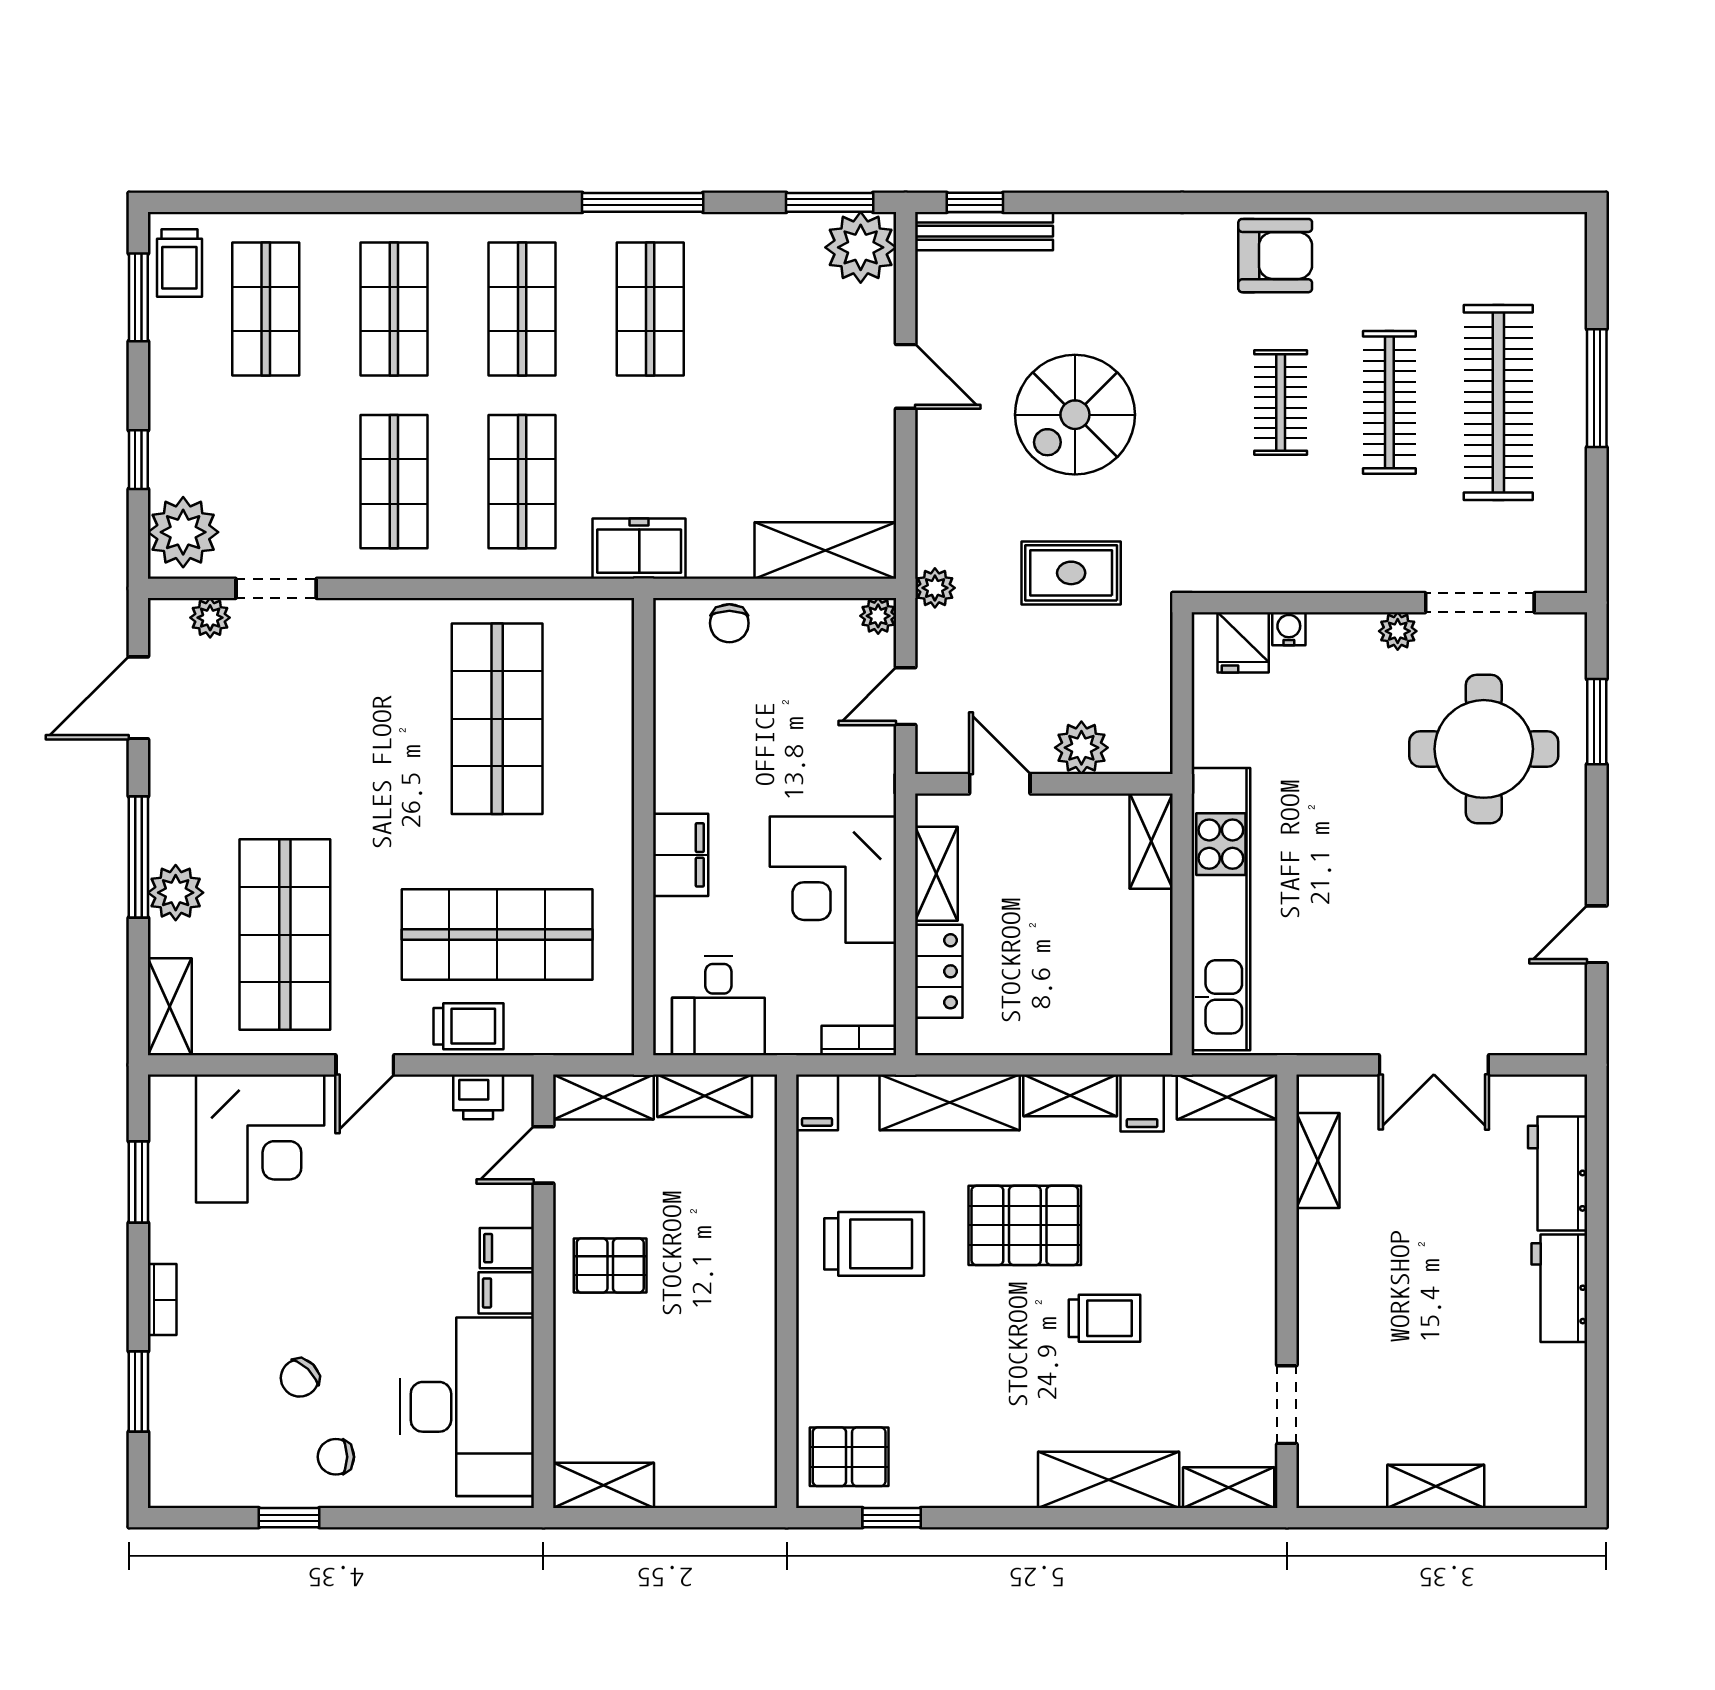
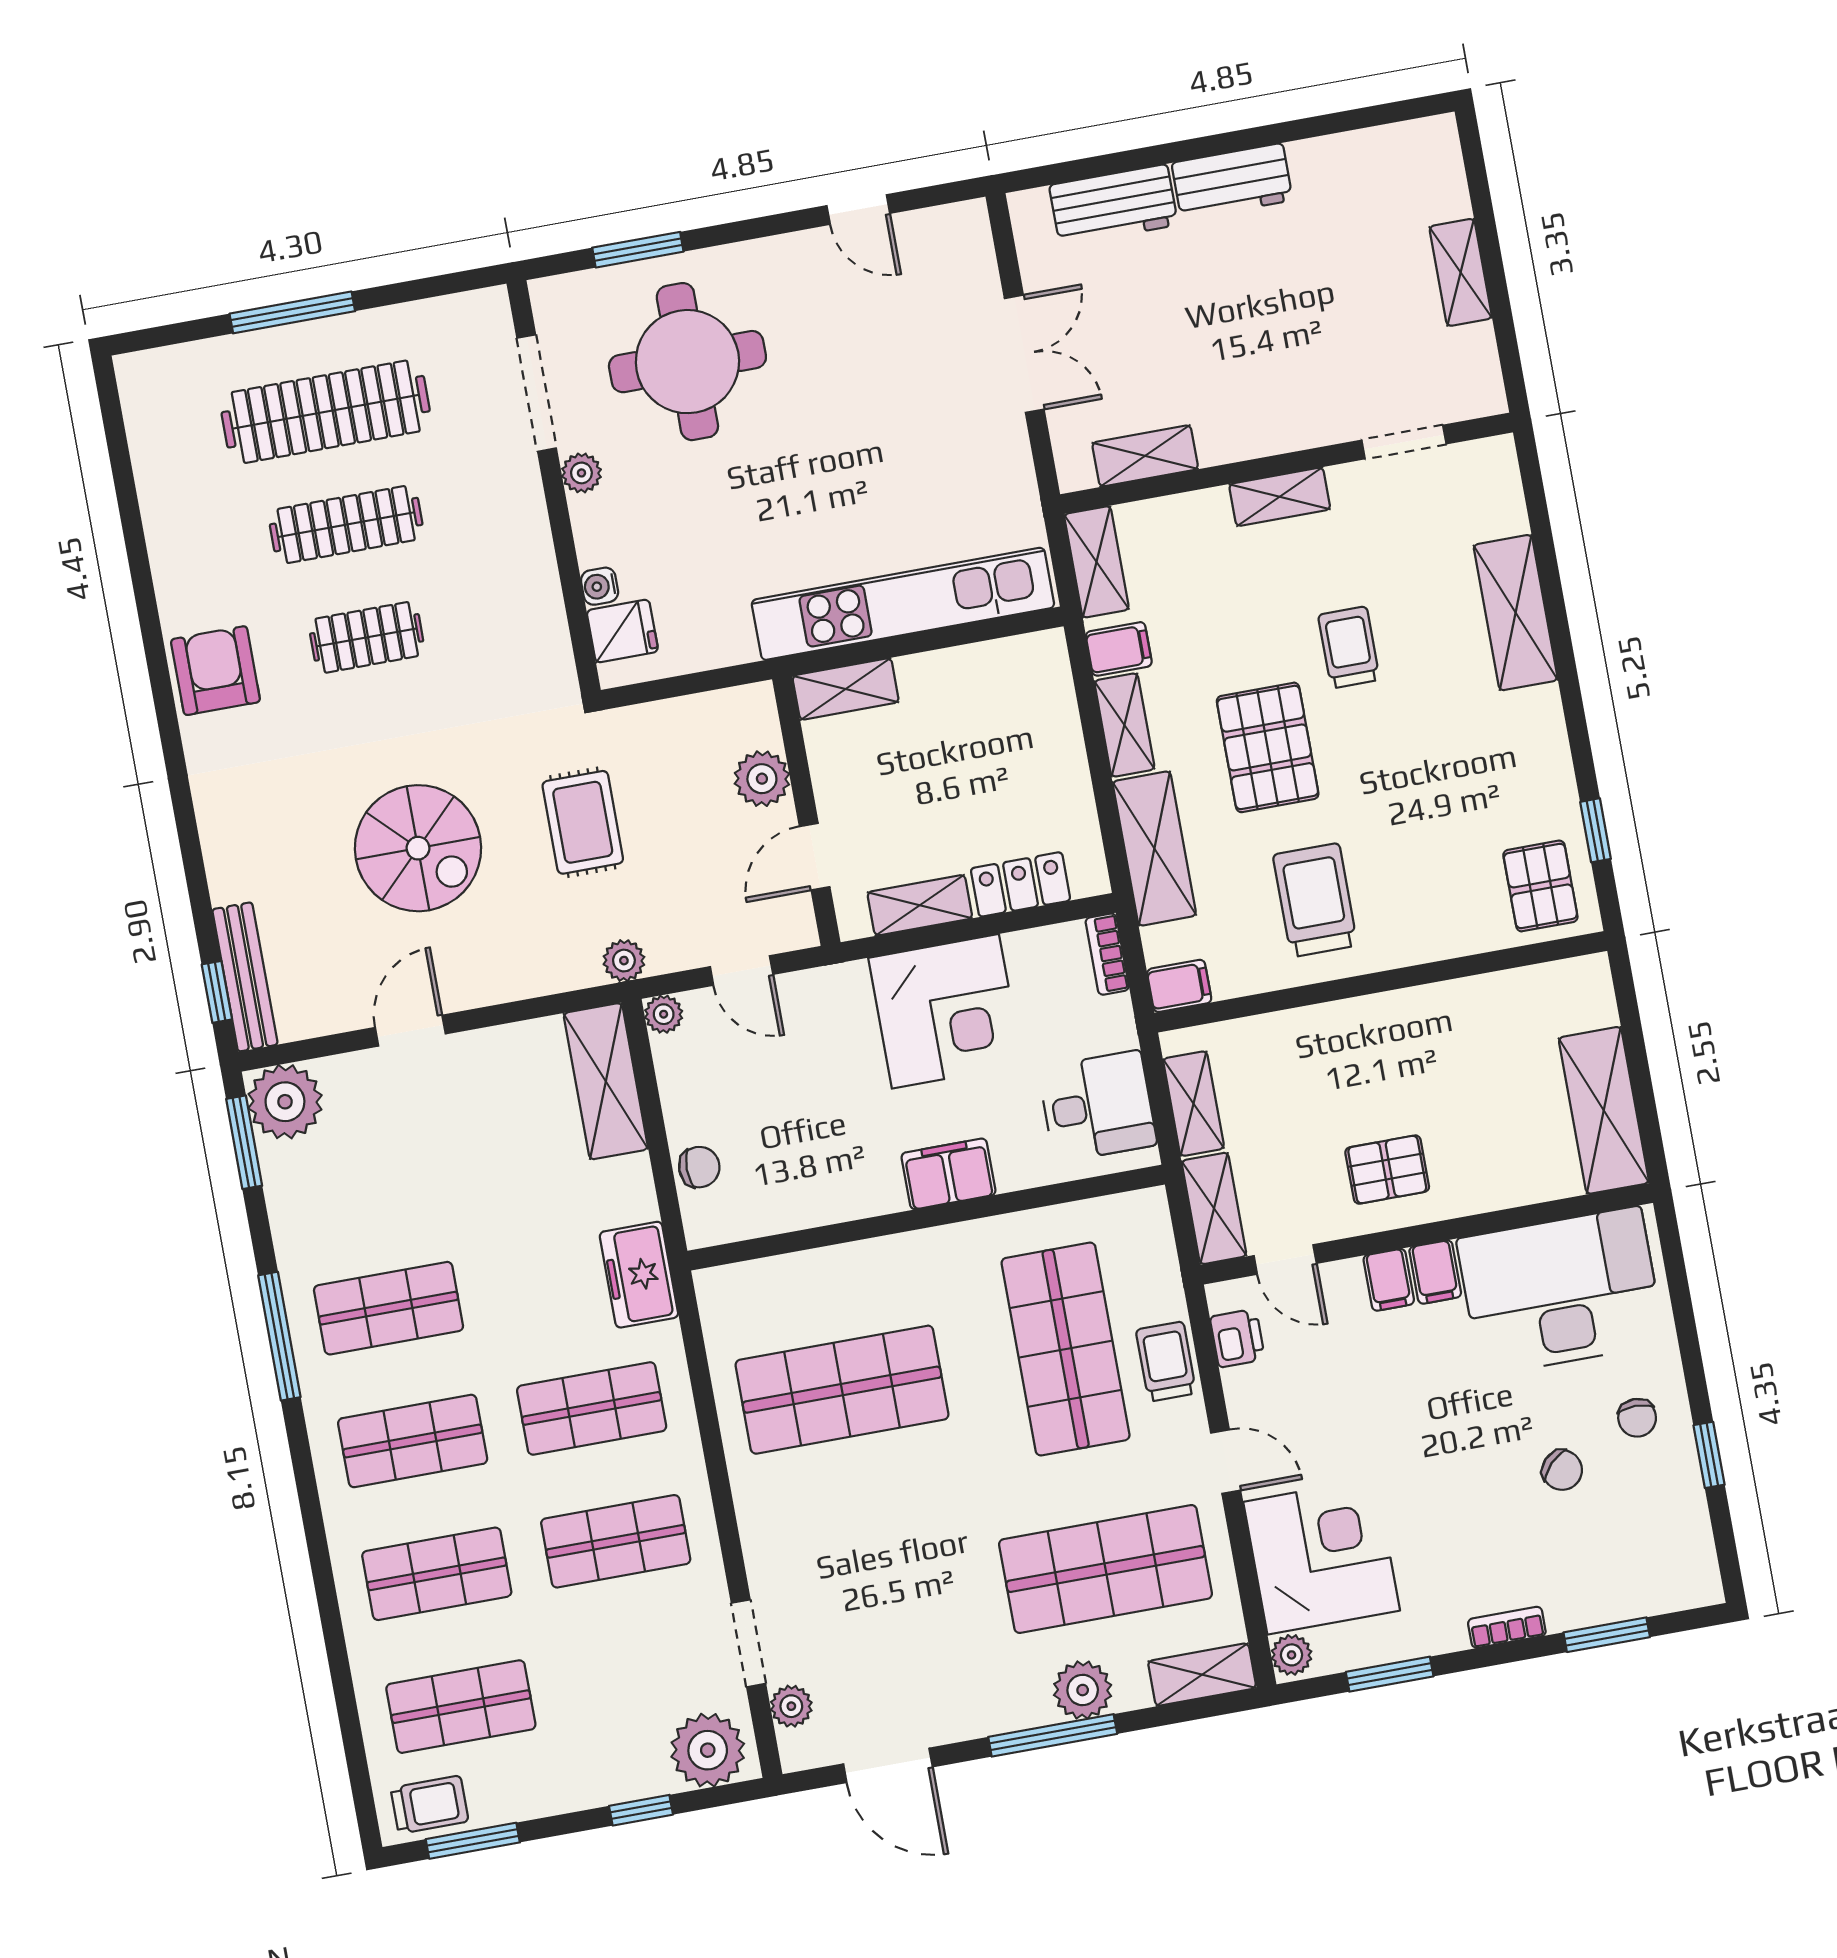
plant: (173, 1094) -> (1292, 1655), added
pallet: (610, 1265) -> (1387, 1170), turned 90
shelving: (604, 1485) -> (1604, 1110), width x1.50, depth x1.33
shelving: (1229, 1488) -> (1280, 497), moved, turned 90

